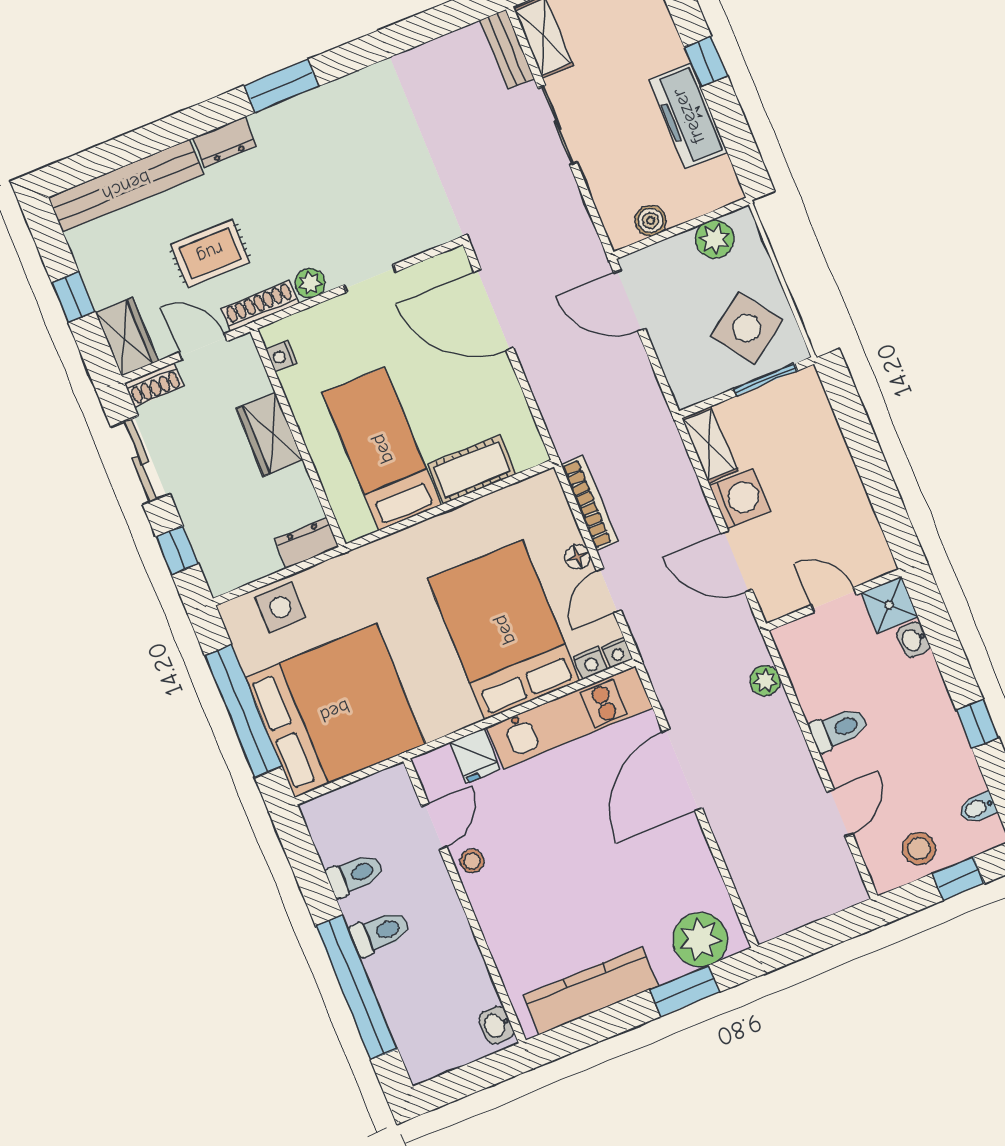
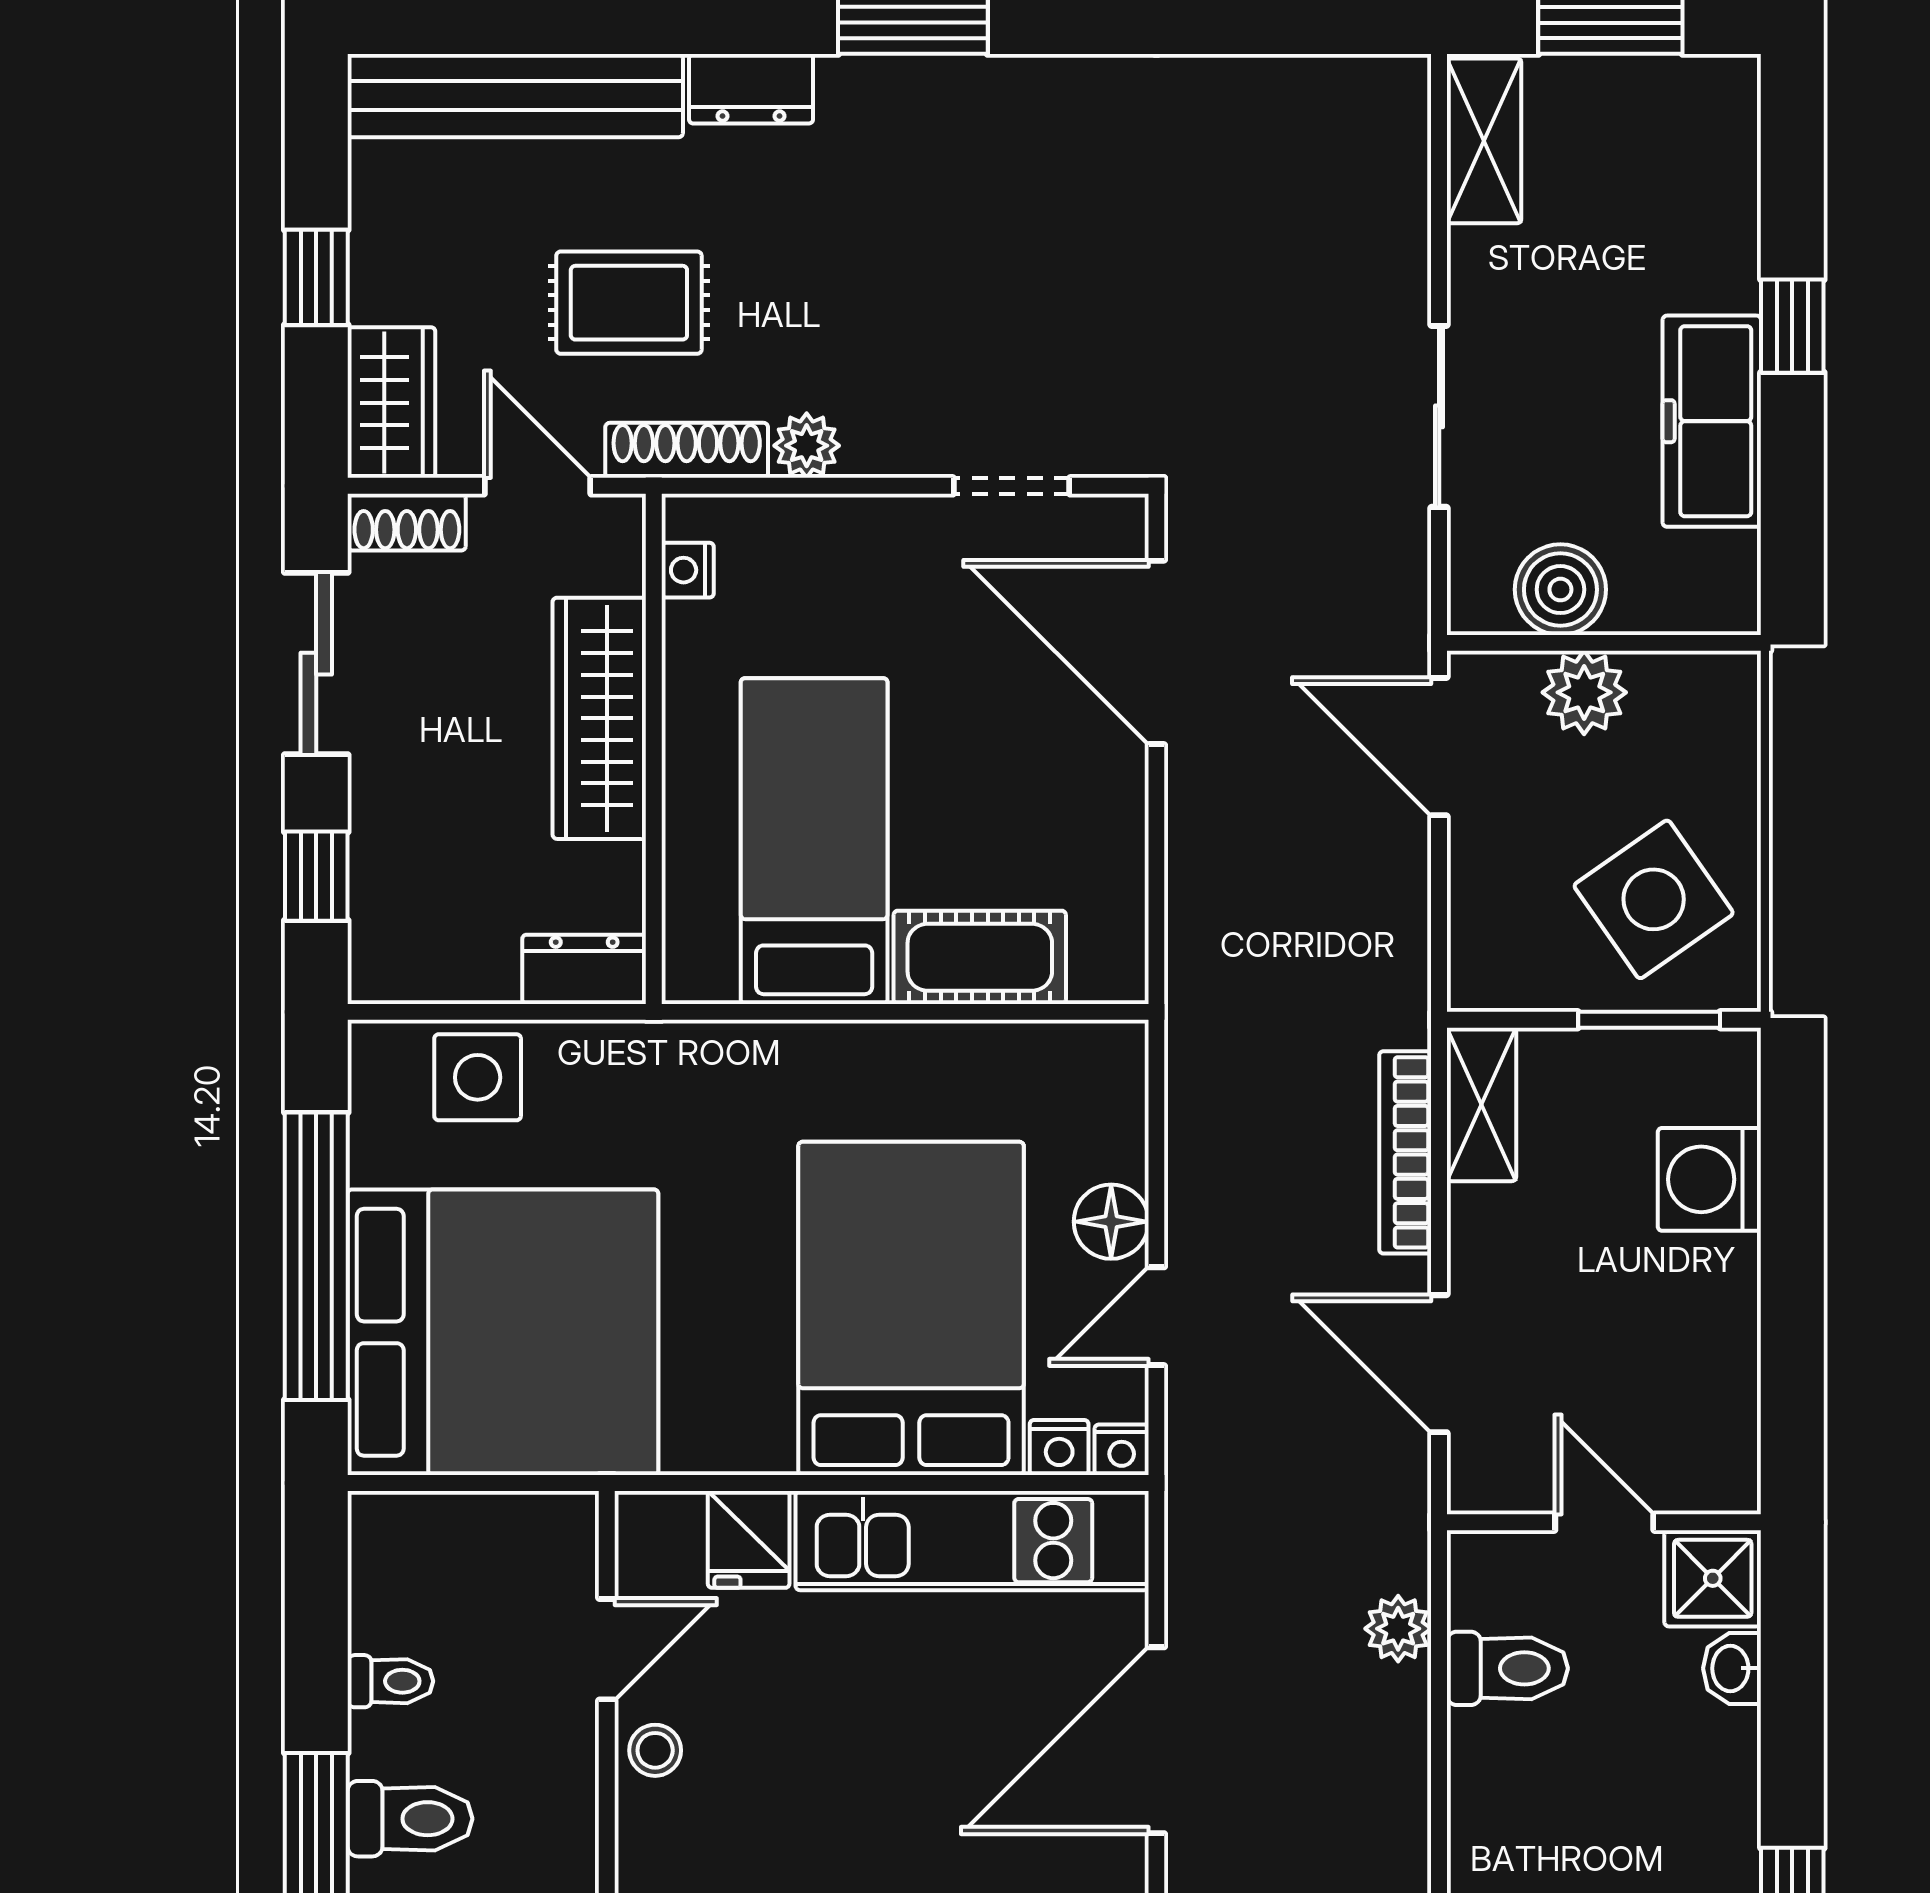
bench: (507, 49) -> (1400, 136), removed
sliding door: (558, 125) -> (1439, 416), moved
boiler: (651, 220) -> (1560, 590), width x1.36, depth x1.36
plant: (715, 239) -> (1584, 692), moved
doorway: (370, 278) -> (1012, 486), moved
wardrobe: (270, 434) -> (599, 718), width x1.50
washing machine: (740, 499) -> (1709, 1179), moved, turned 180
bookcase: (589, 503) -> (1405, 1152), moved, turned 180
floor lamp: (578, 557) -> (1111, 1222), width x1.37, depth x1.37
toilet: (839, 729) -> (1507, 1668), moved
toilet: (355, 875) -> (390, 1681), width x0.73, depth x0.72

